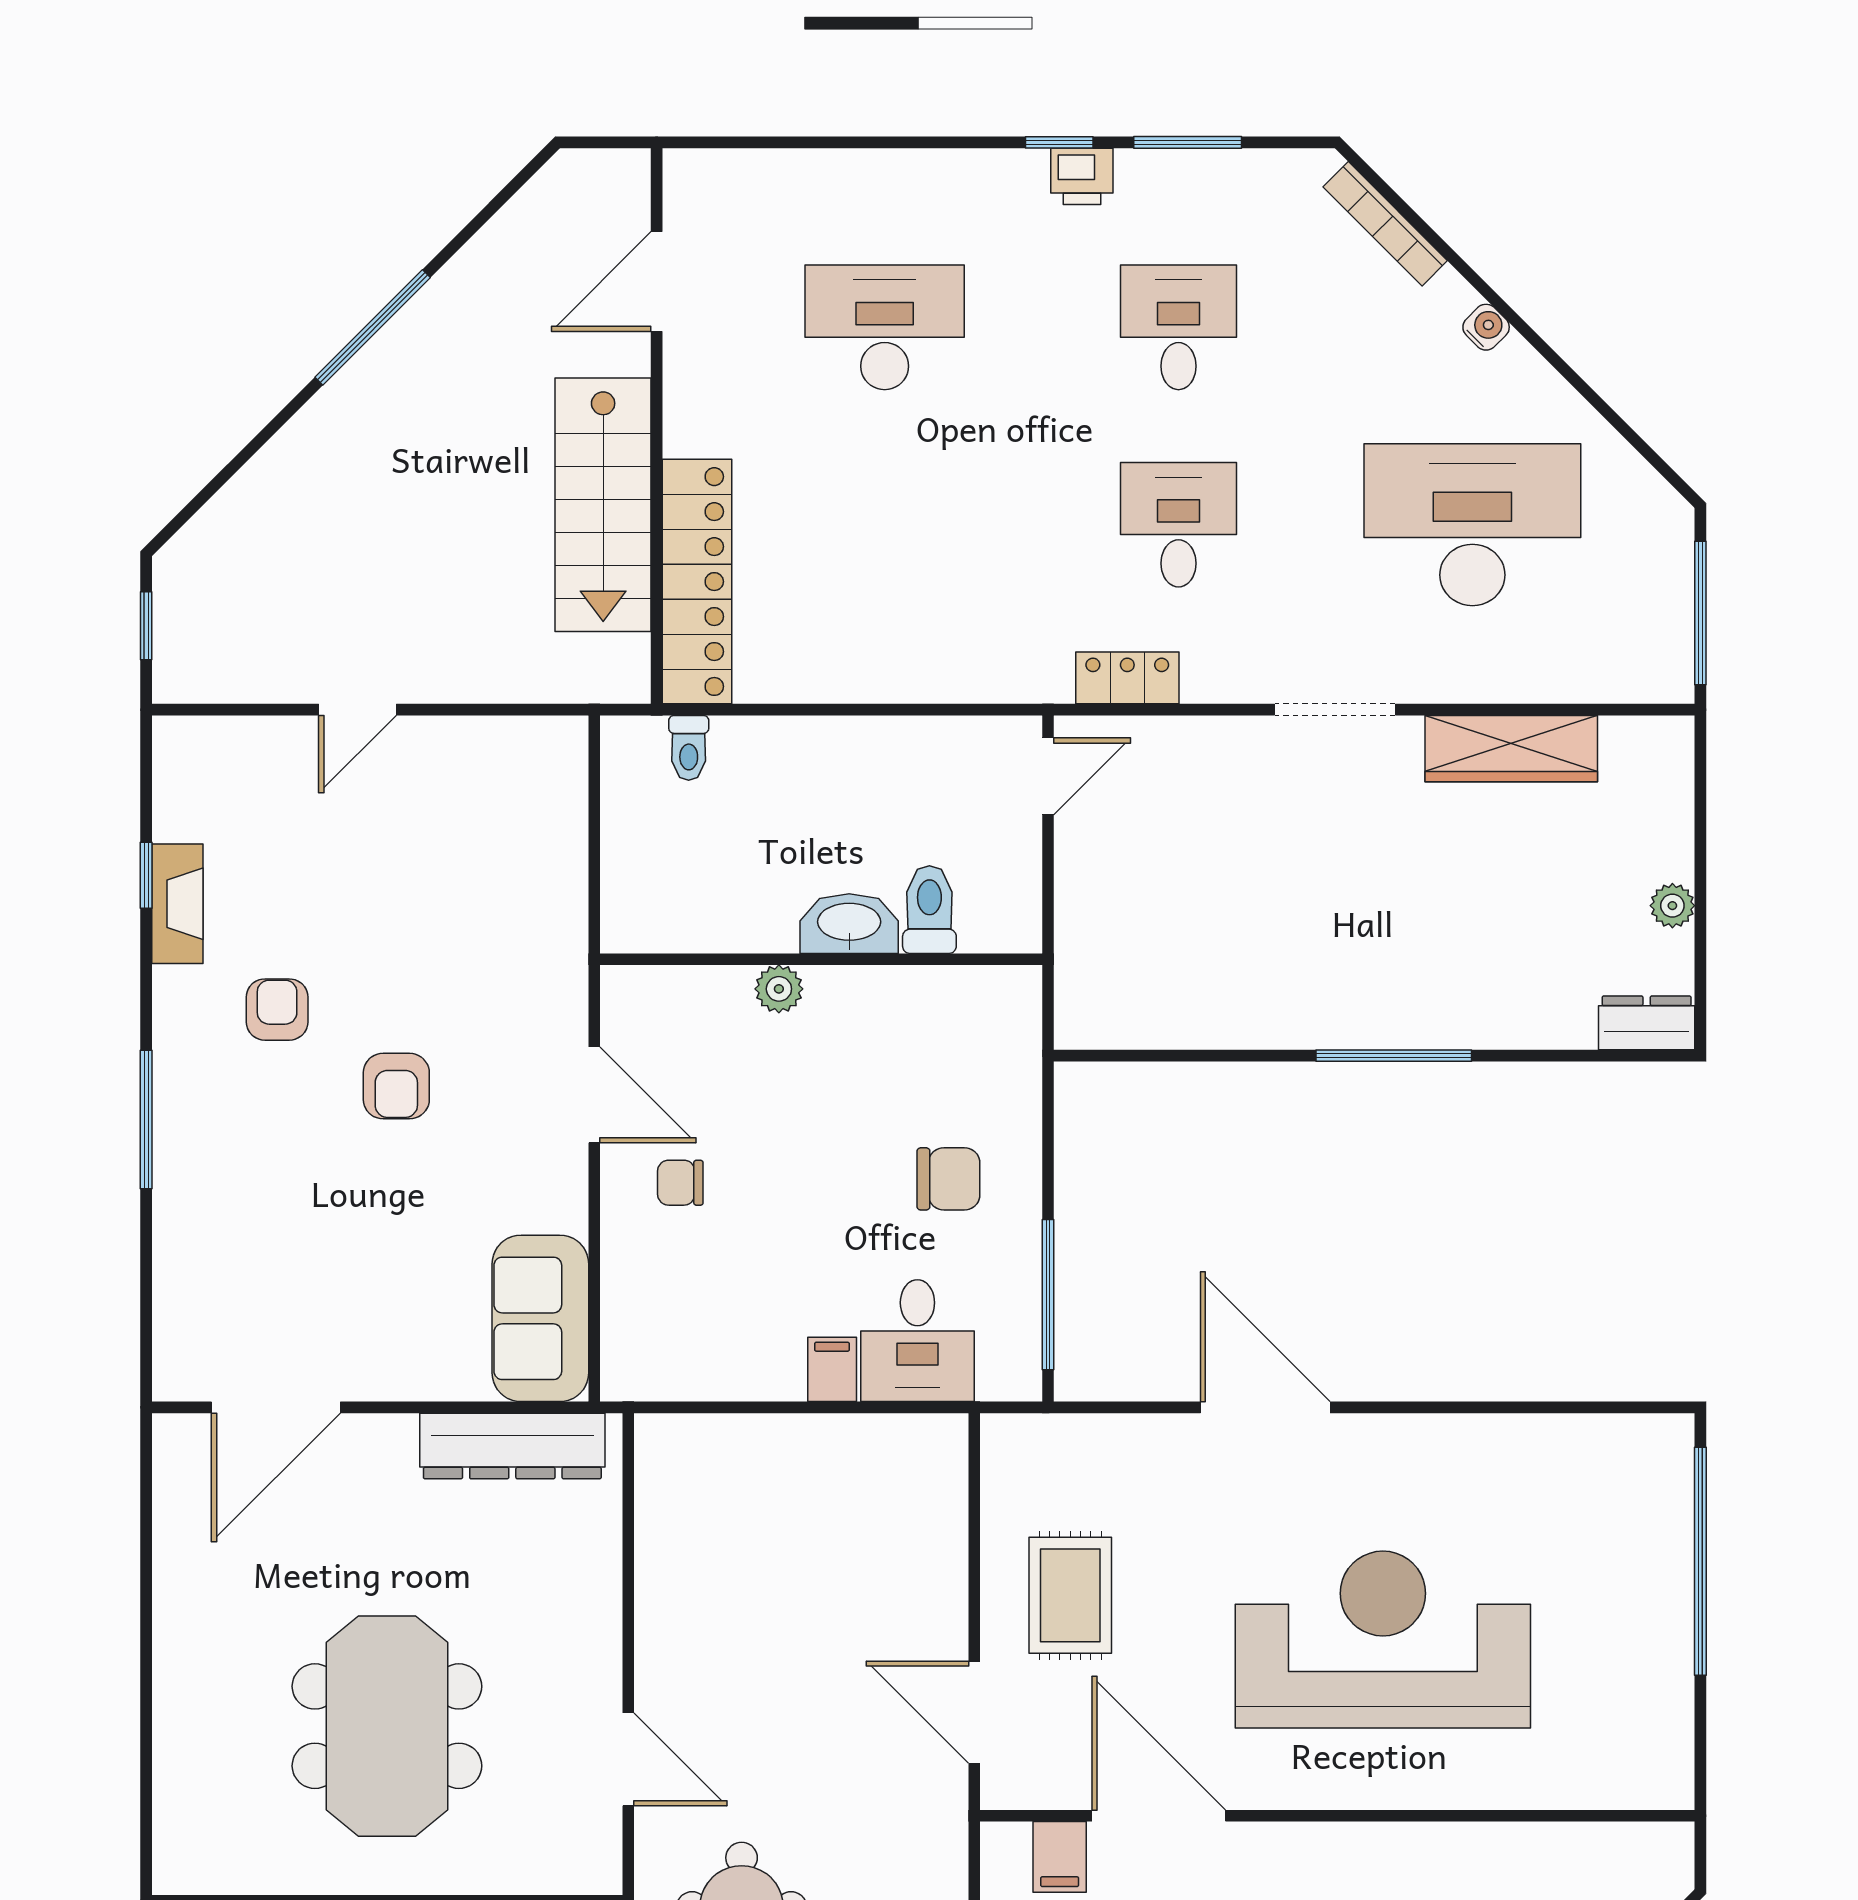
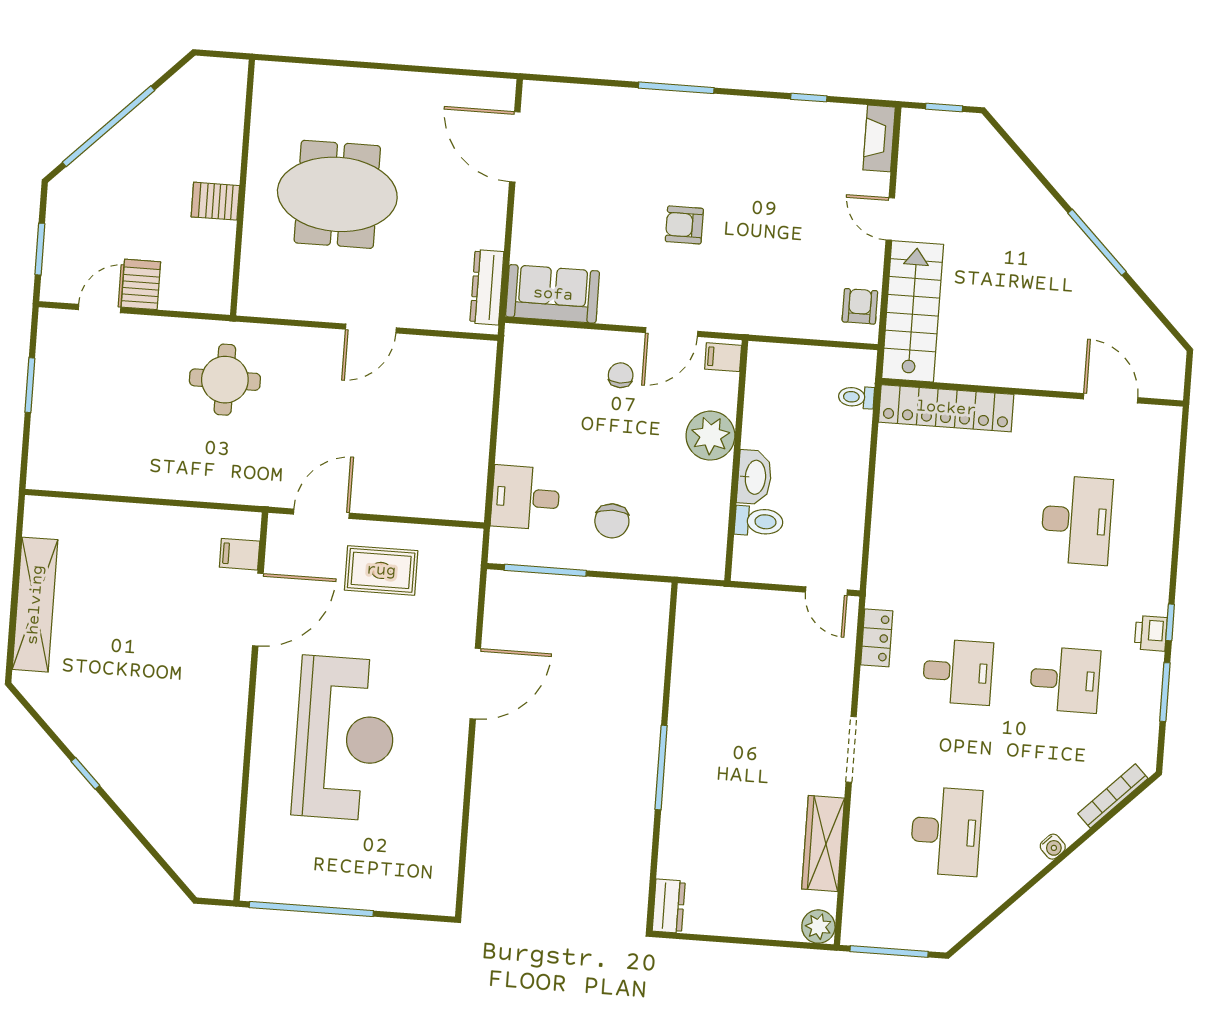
stairs: (603, 505) -> (913, 311), moved, turned 90
desk: (1472, 525) -> (946, 831), width x0.73, depth x0.77
fireplace: (177, 904) -> (879, 138), moved, turned 90
plant: (1672, 906) -> (818, 927), moved, width x1.38, depth x1.38
plant: (779, 989) -> (710, 436), width x1.88, depth x1.88
armchair: (277, 1010) -> (860, 306), moved, turned -90
filing cabinet: (832, 1369) -> (723, 357), moved, turned 180
dresser: (512, 1446) -> (487, 287), width x0.73, depth x0.80
window: (1700, 1561) -> (311, 909), moved
door: (628, 1759) -> (371, 328), moved

